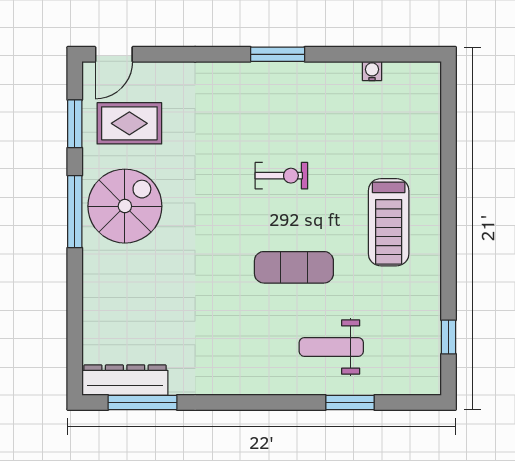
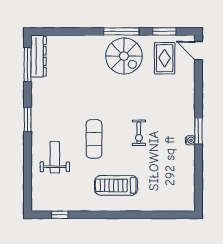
water cooler: (372, 71) -> (190, 140), moved
window: (350, 402) -> (28, 119), moved

